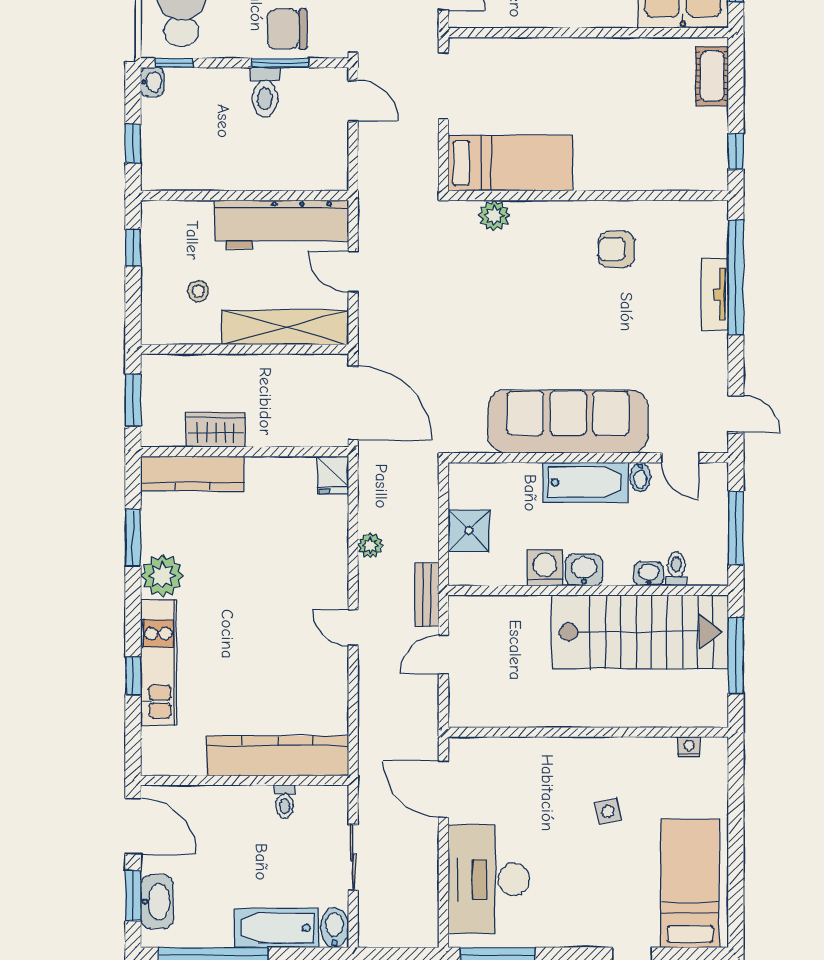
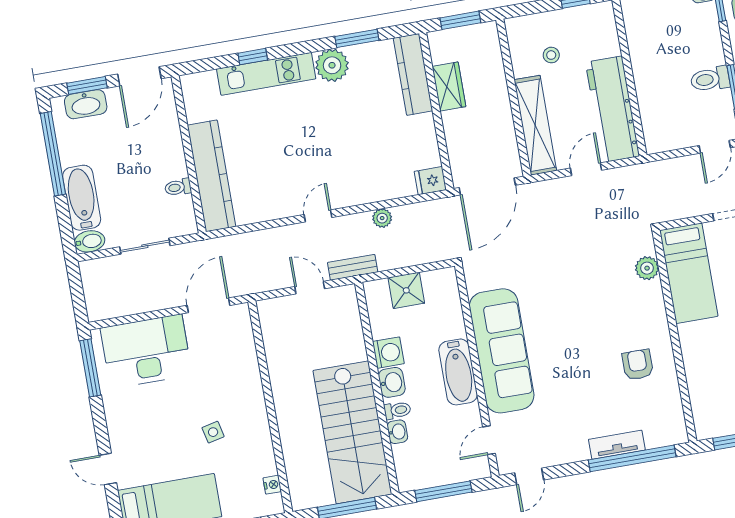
bidet: (640, 477) -> (469, 413), removed
toilet: (676, 569) -> (397, 410), moved

